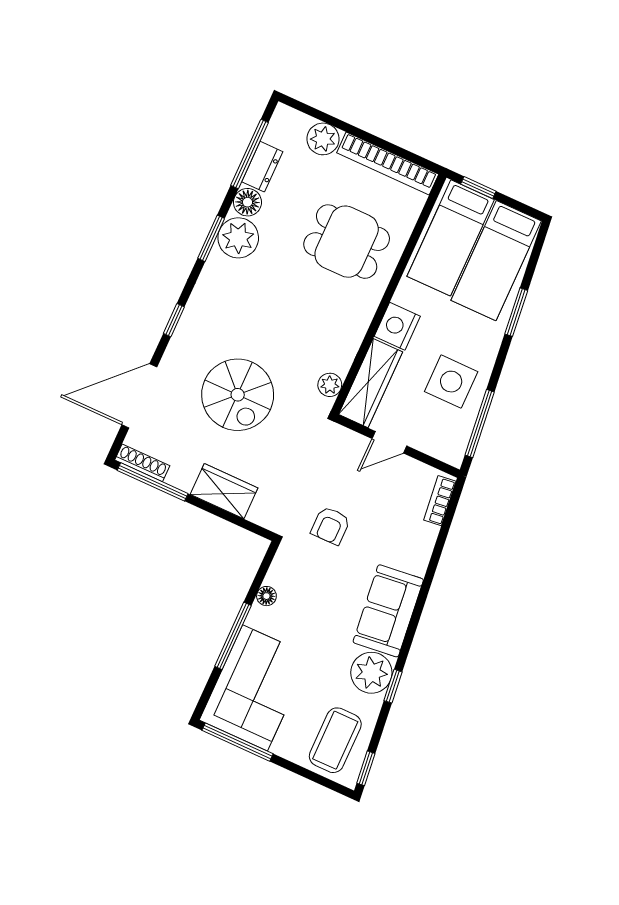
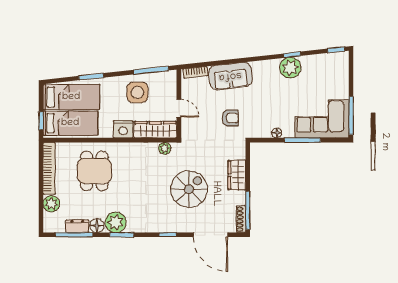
sofa: (388, 611) -> (230, 76), moved
coffee table: (335, 740) -> (329, 70), removed

